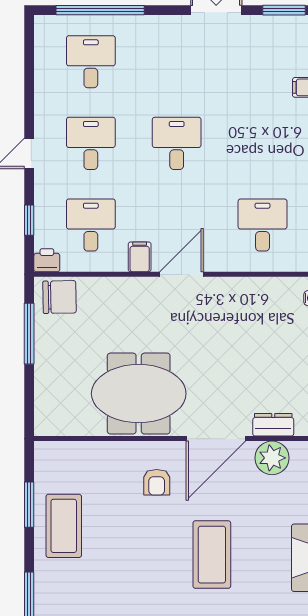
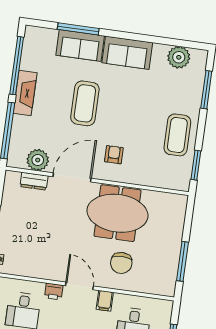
printer: (47, 260) -> (54, 291), moved
door: (181, 274) -> (79, 286), swing flipped
chair: (59, 297) -> (121, 263), moved, turned -89
window: (29, 505) -> (196, 165), moved

